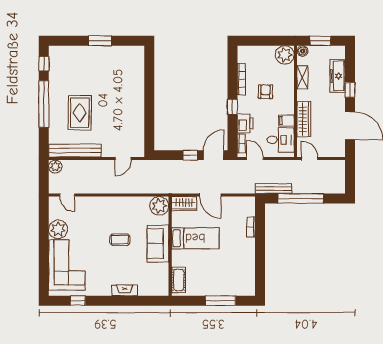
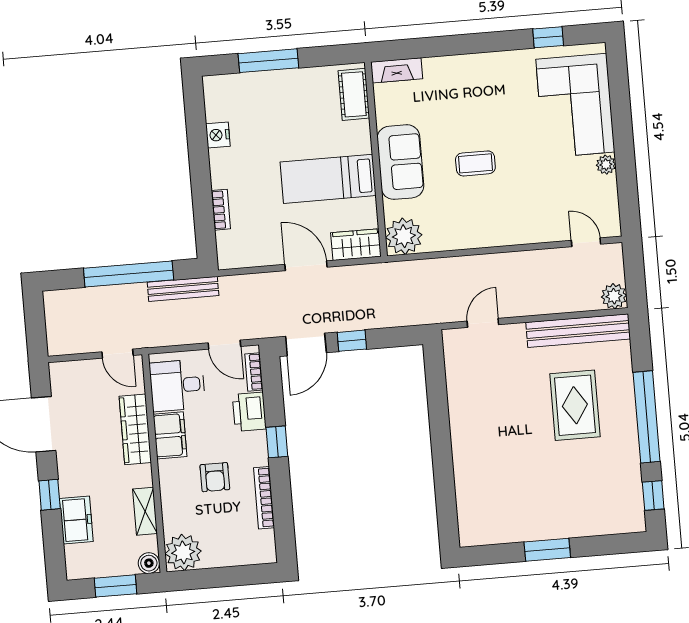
freezer: (338, 76) -> (76, 520), width x0.71
filing cabinet: (286, 121) -> (170, 435), width x2.00
plant: (58, 229) -> (606, 165), width x0.53, depth x0.53
nightstand: (249, 265) -> (218, 135), added
fireplace: (125, 290) -> (397, 70), moved

